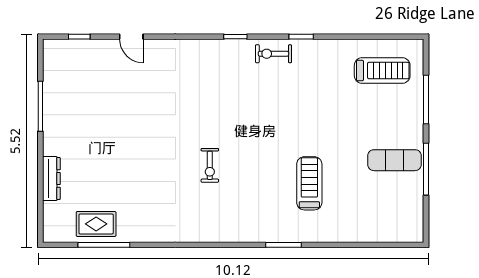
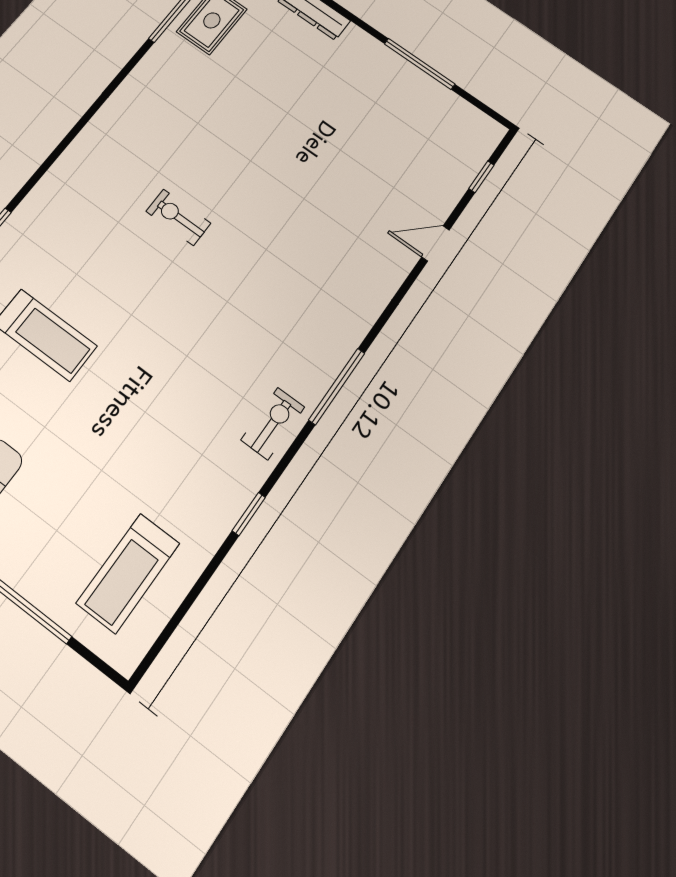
window: (235, 37) -> (337, 386), width x2.17
window: (301, 37) -> (249, 514), moved

